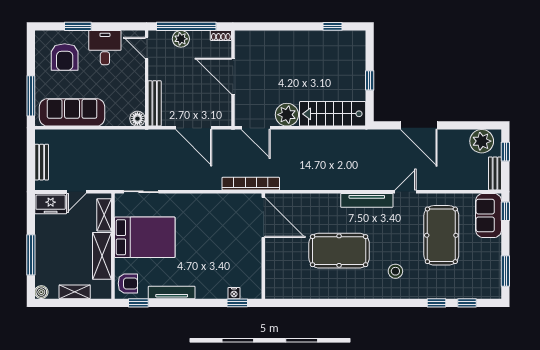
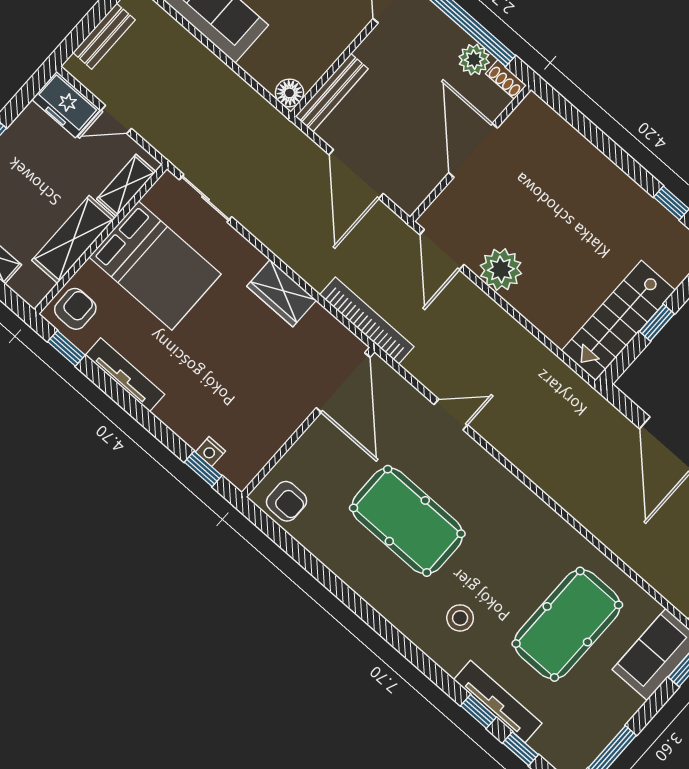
plant: (181, 39) -> (474, 59), moved
stairs: (333, 114) -> (618, 321), moved, turned -90
door: (406, 192) -> (451, 415), moved
tv unit: (367, 200) -> (498, 702), moved, turned 180
wardrobe: (206, 203) -> (282, 293), added
armchair: (128, 283) -> (75, 309), turned -90
armchair: (283, 286) -> (287, 501), added

